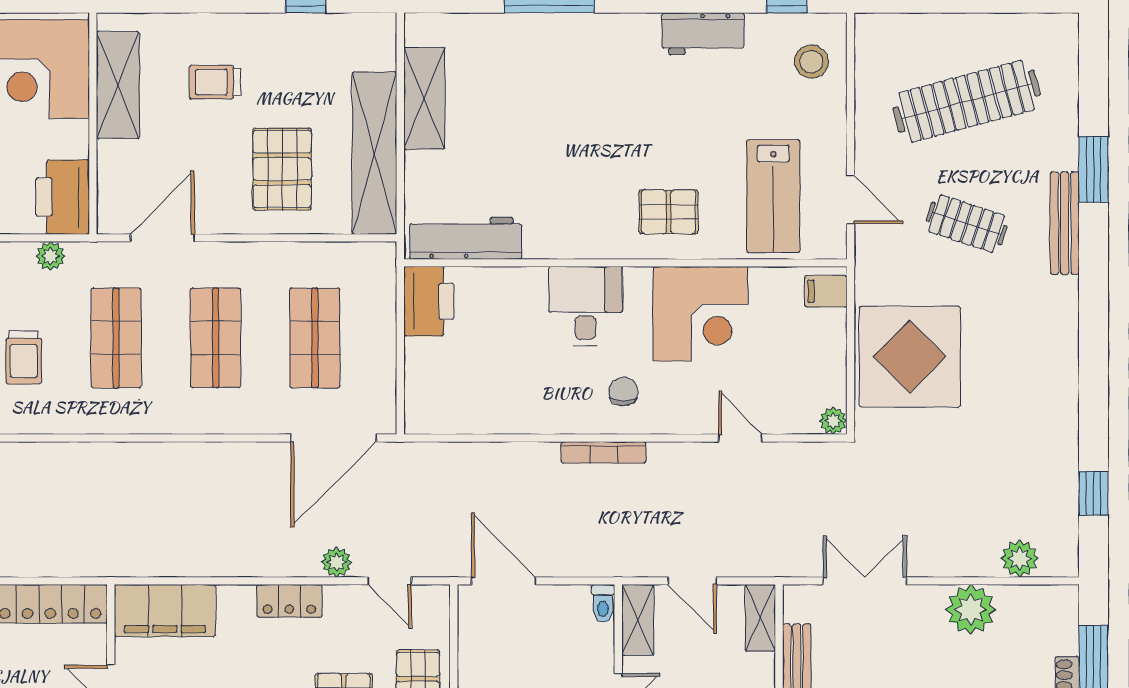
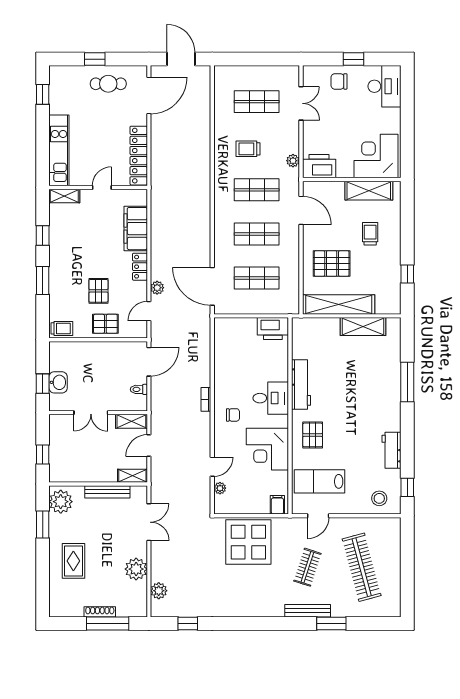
workbench: (466, 238) -> (301, 384), moved
plant: (833, 421) -> (220, 488), moved
bookcase: (603, 452) -> (206, 399), width x0.64
toilet: (603, 603) -> (139, 389), moved
filing cabinet: (165, 611) -> (136, 229), moved

